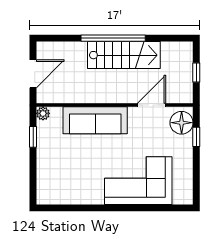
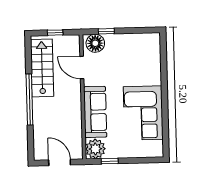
stairs: (124, 55) -> (42, 68), moved
plant: (43, 113) -> (95, 149), width x1.88, depth x1.88
corner sofa: (138, 181) -> (143, 113), moved

